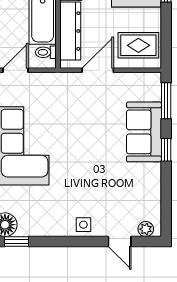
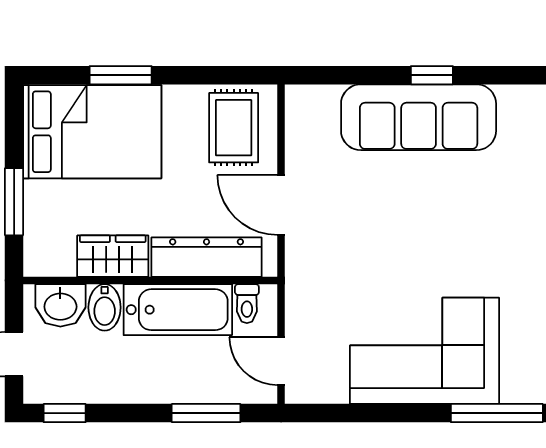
window: (166, 101) -> (339, 75), removed
sofa: (144, 132) -> (419, 117), width x1.36

